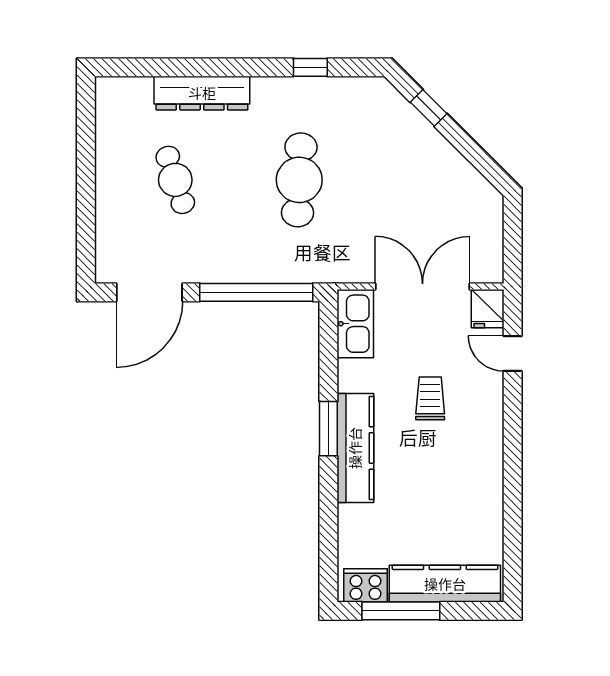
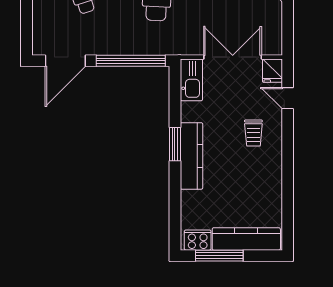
trolley: (430, 398) -> (253, 133), moved, turned 180

